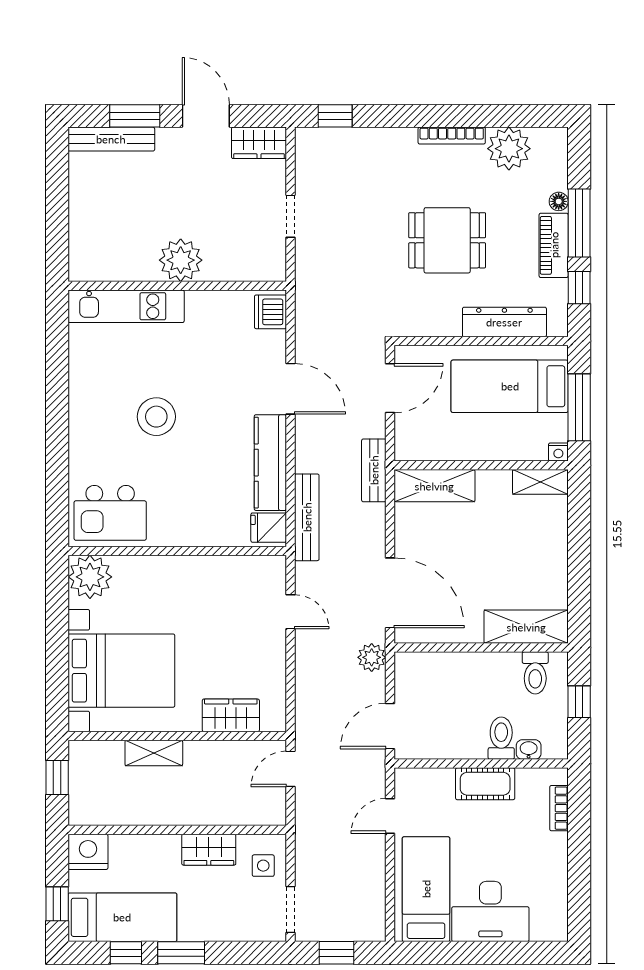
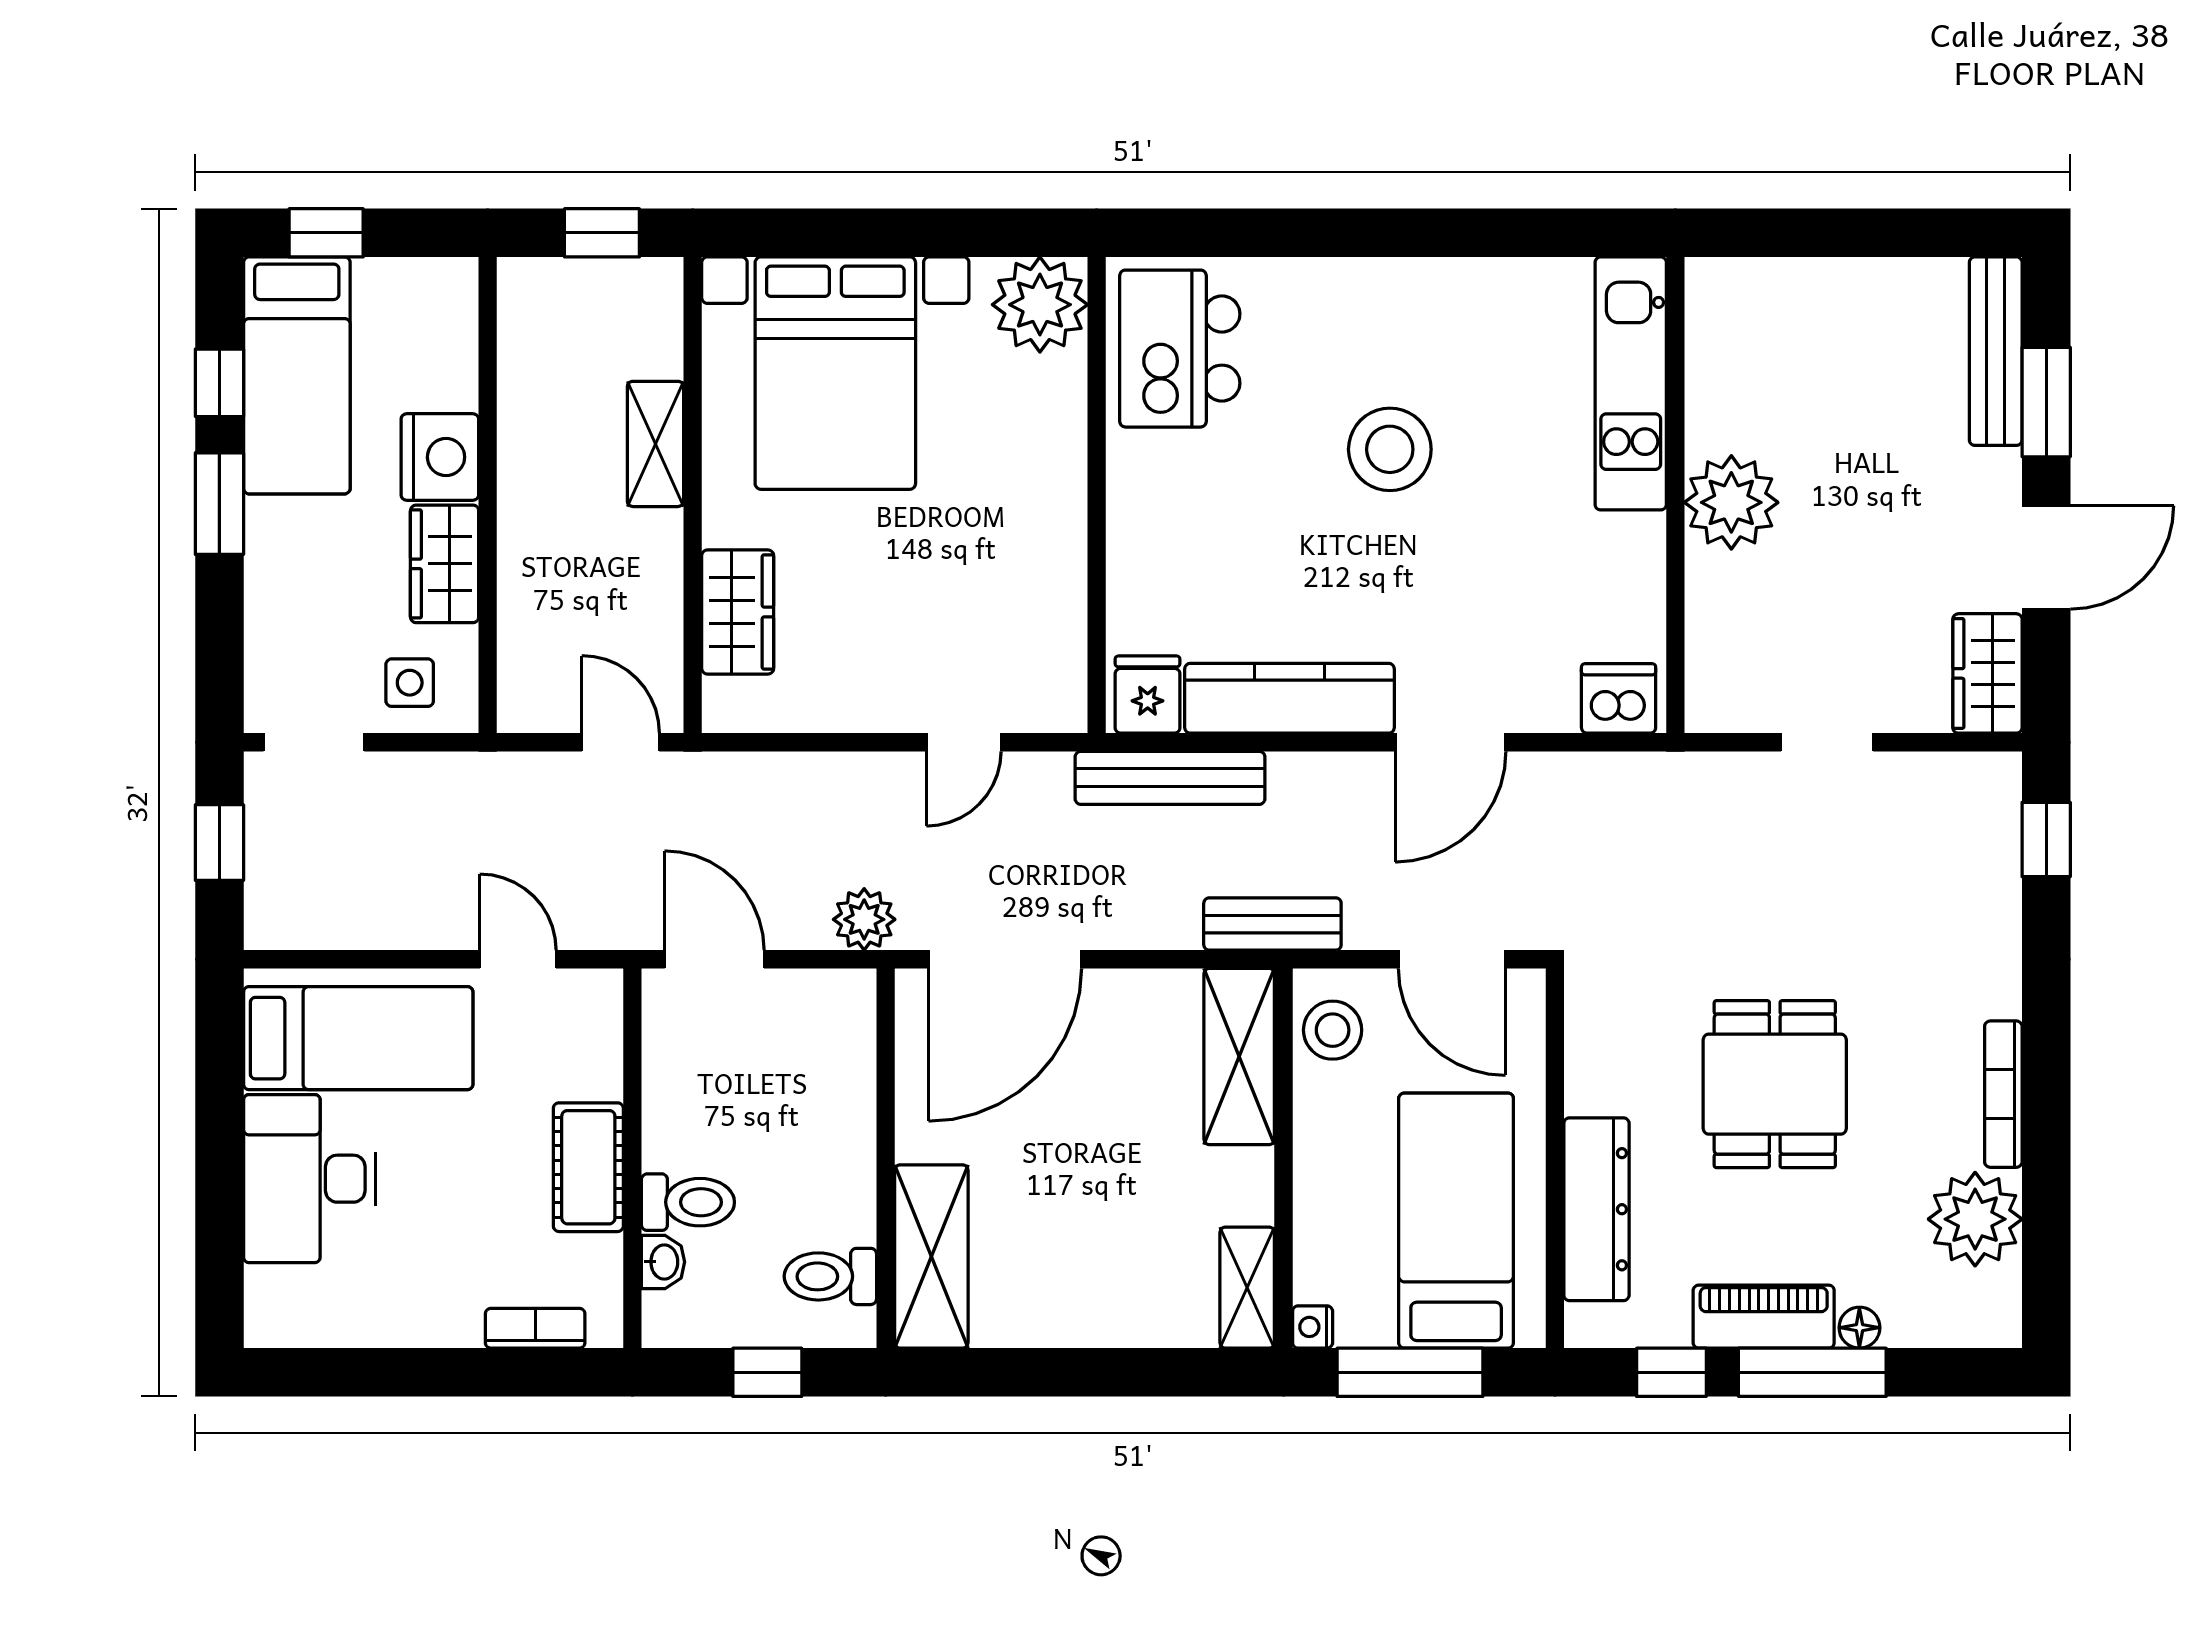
stool: (422, 443) -> (1333, 1030), added
nightstand: (88, 852) -> (440, 457), moved

